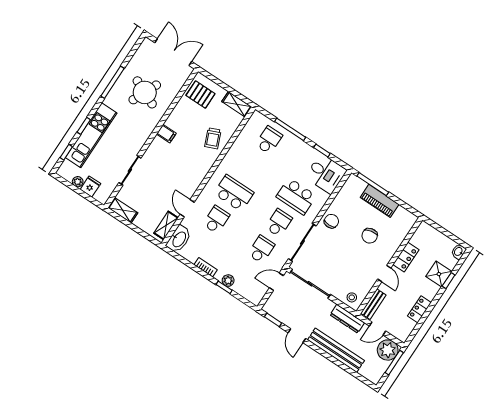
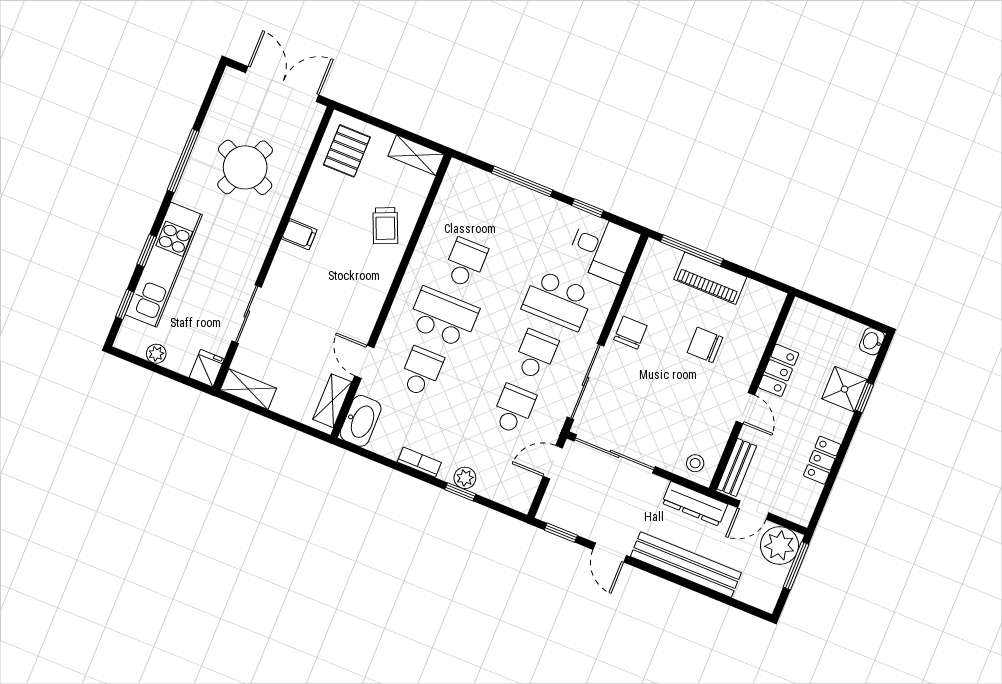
pallet: (200, 95) -> (347, 151), turned 90
school desk: (269, 140) -> (465, 263), moved
fridge: (90, 187) -> (207, 368), moved
chair: (370, 236) -> (705, 345), turned 102

